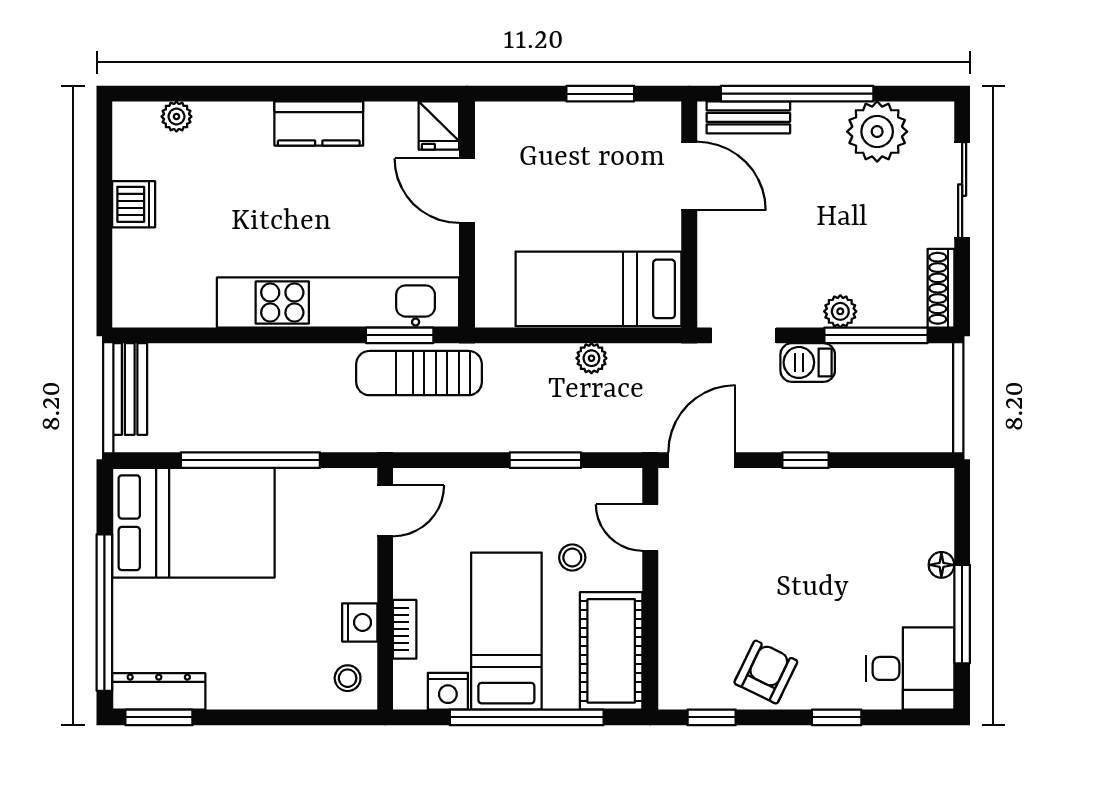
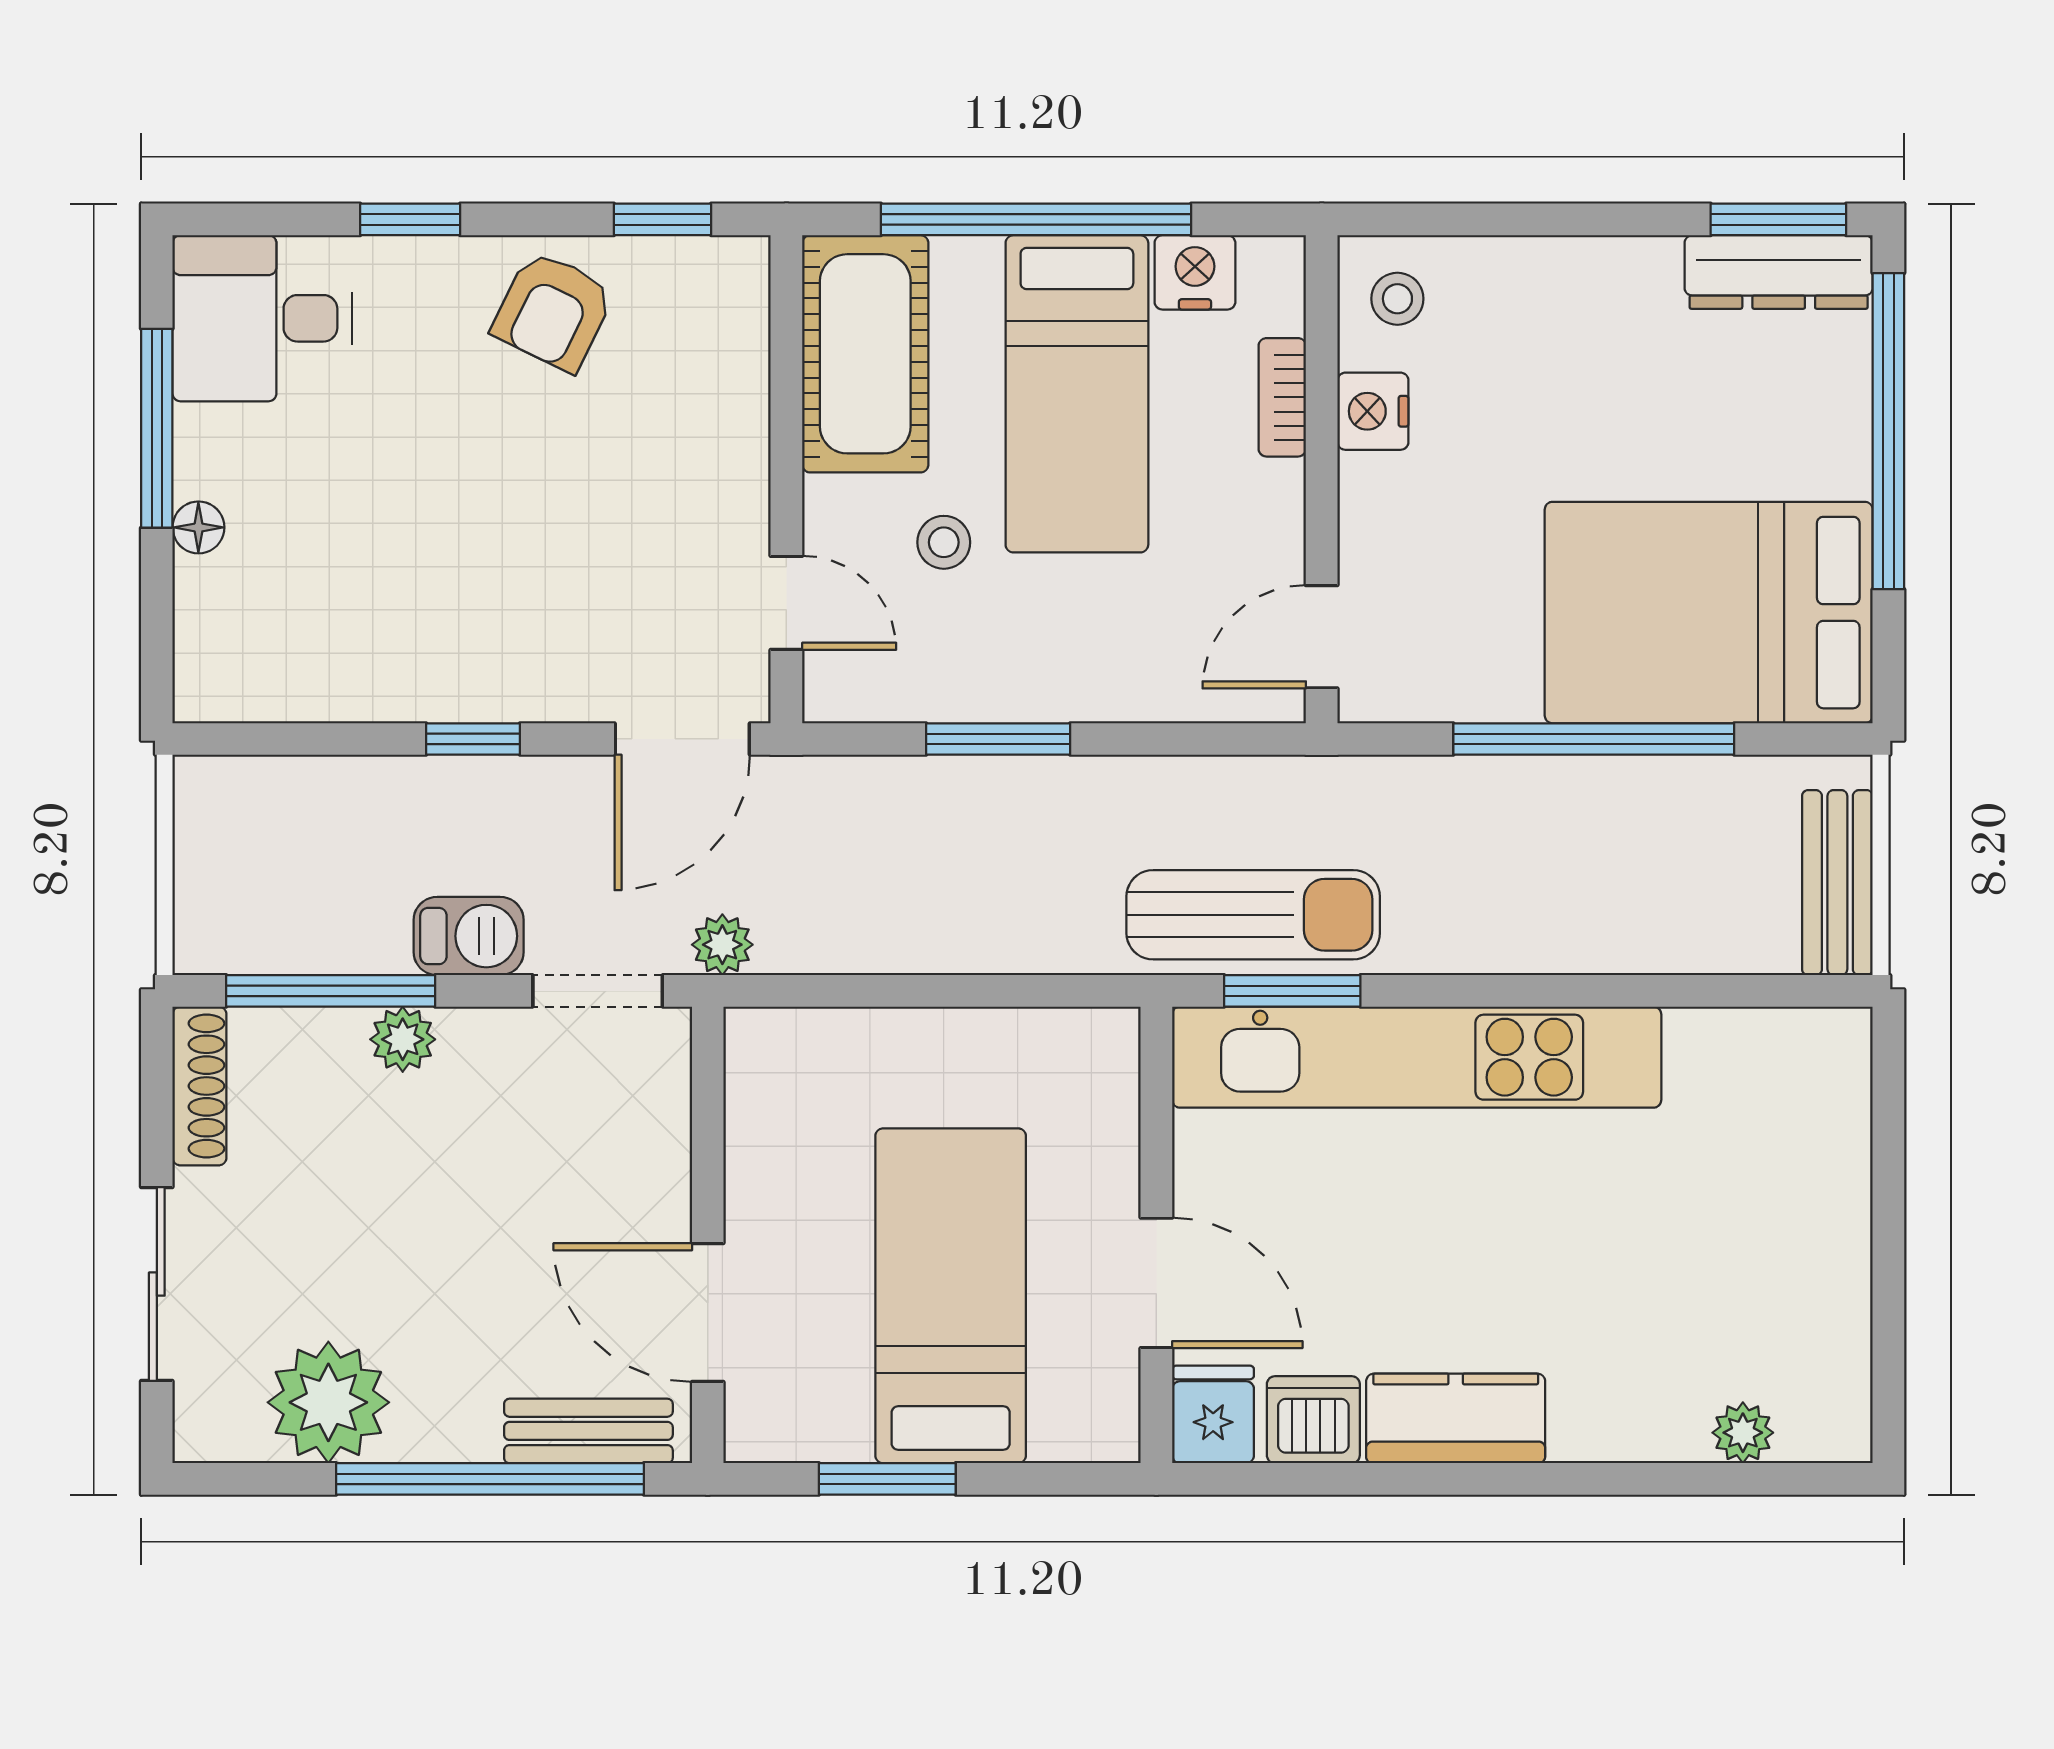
dishwasher: (134, 204) -> (1313, 1420), moved, turned 90
bed: (598, 289) -> (951, 1296), moved, turned -90
plant: (591, 358) -> (722, 945), moved

